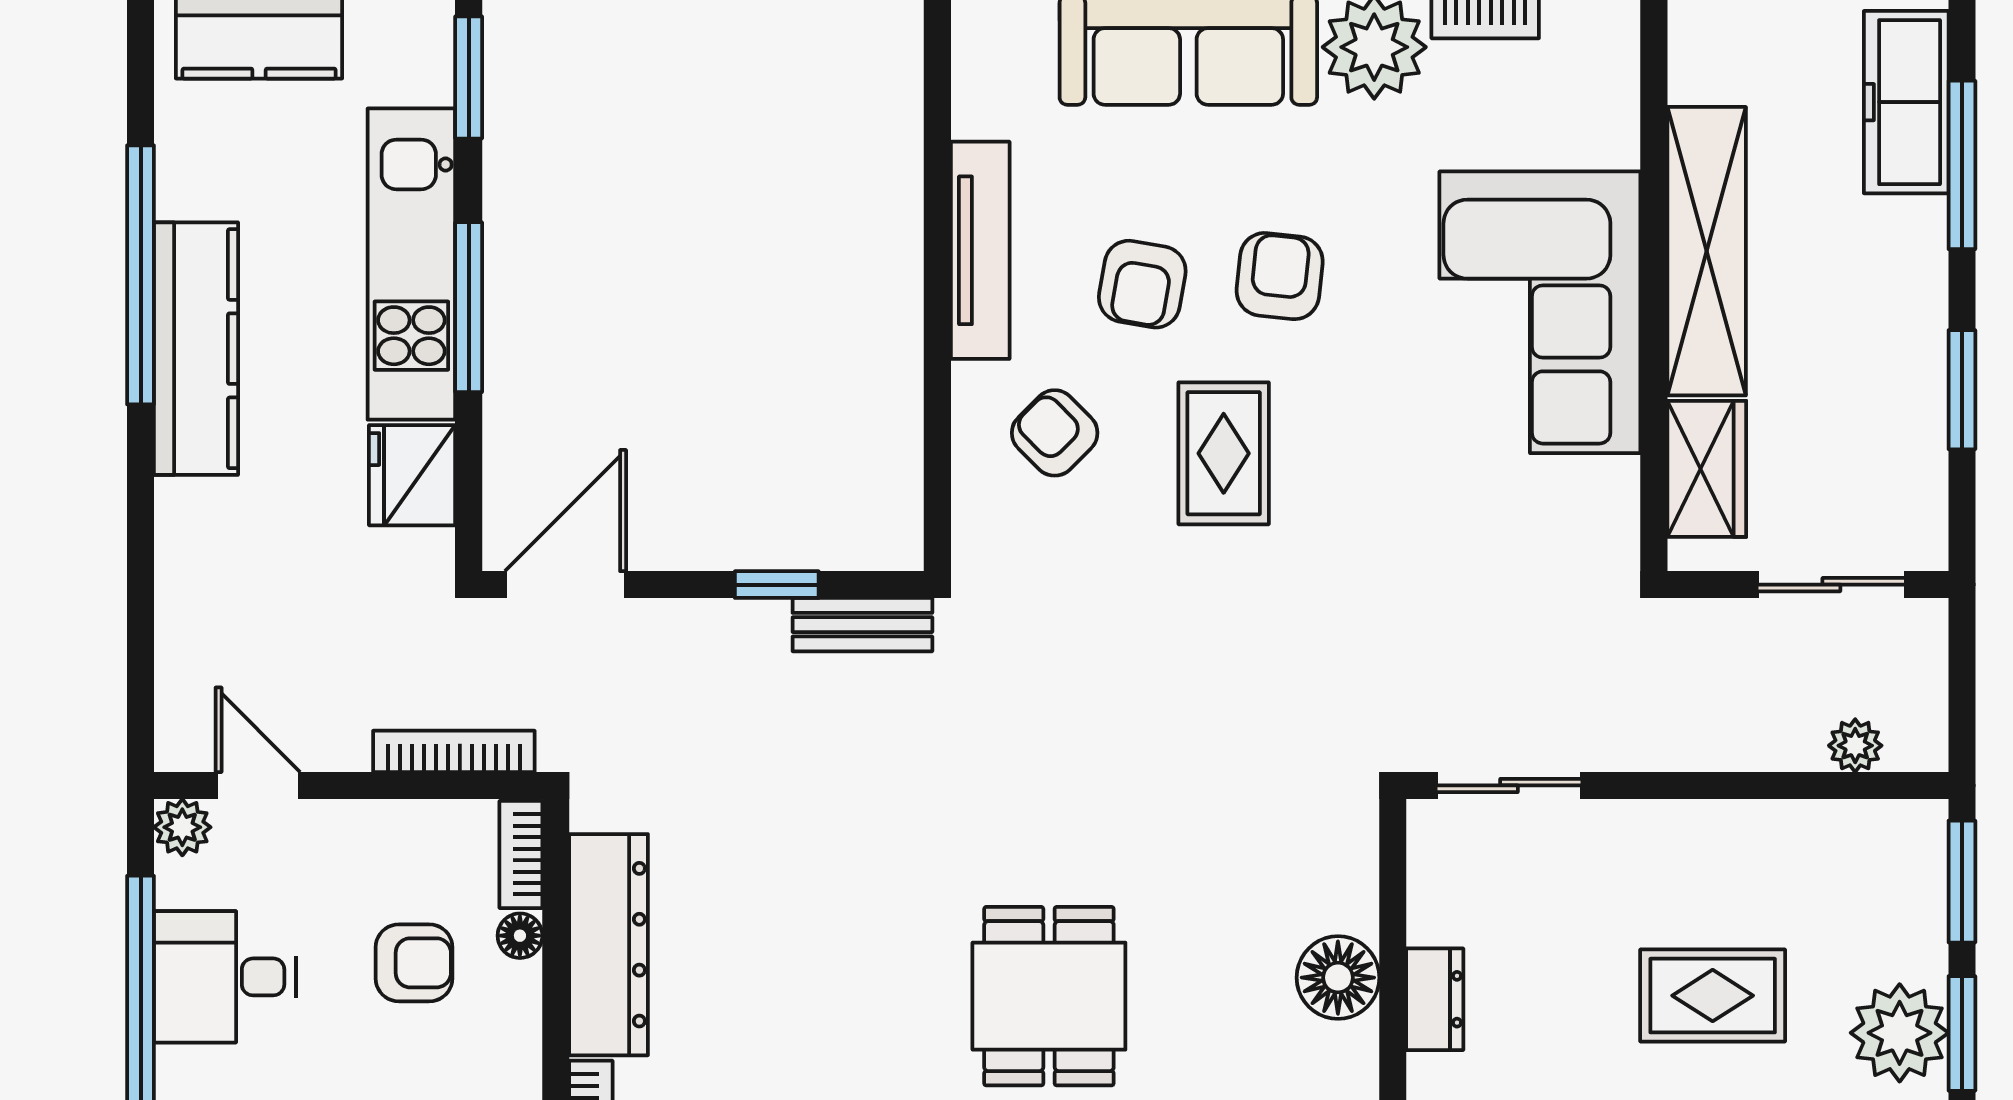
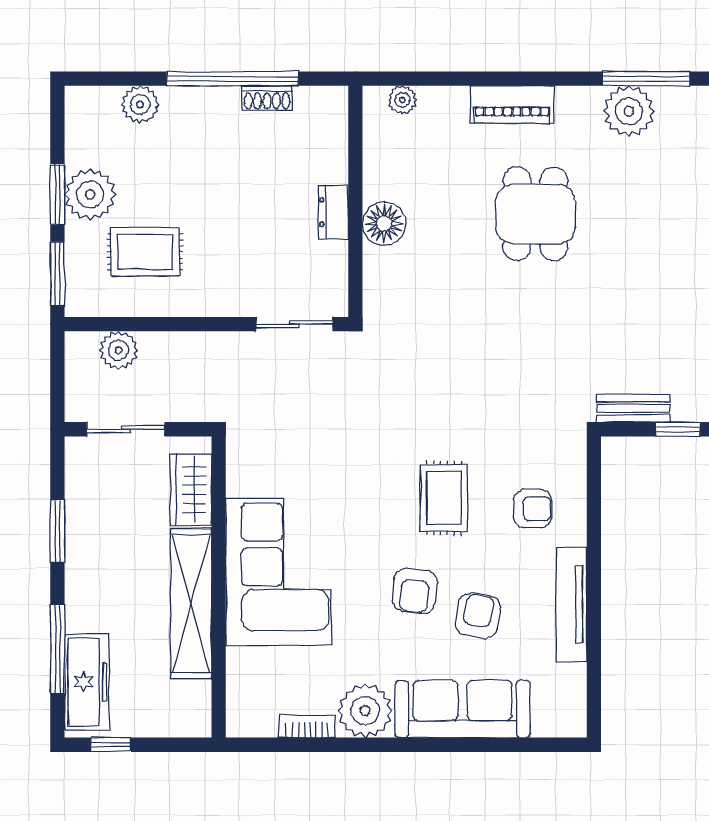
armchair: (1142, 284) -> (478, 616), moved
armchair: (1055, 433) -> (532, 509), turned -45
plant: (1855, 746) -> (119, 350), width x1.38, depth x1.38
rug: (1713, 996) -> (145, 252), moved

